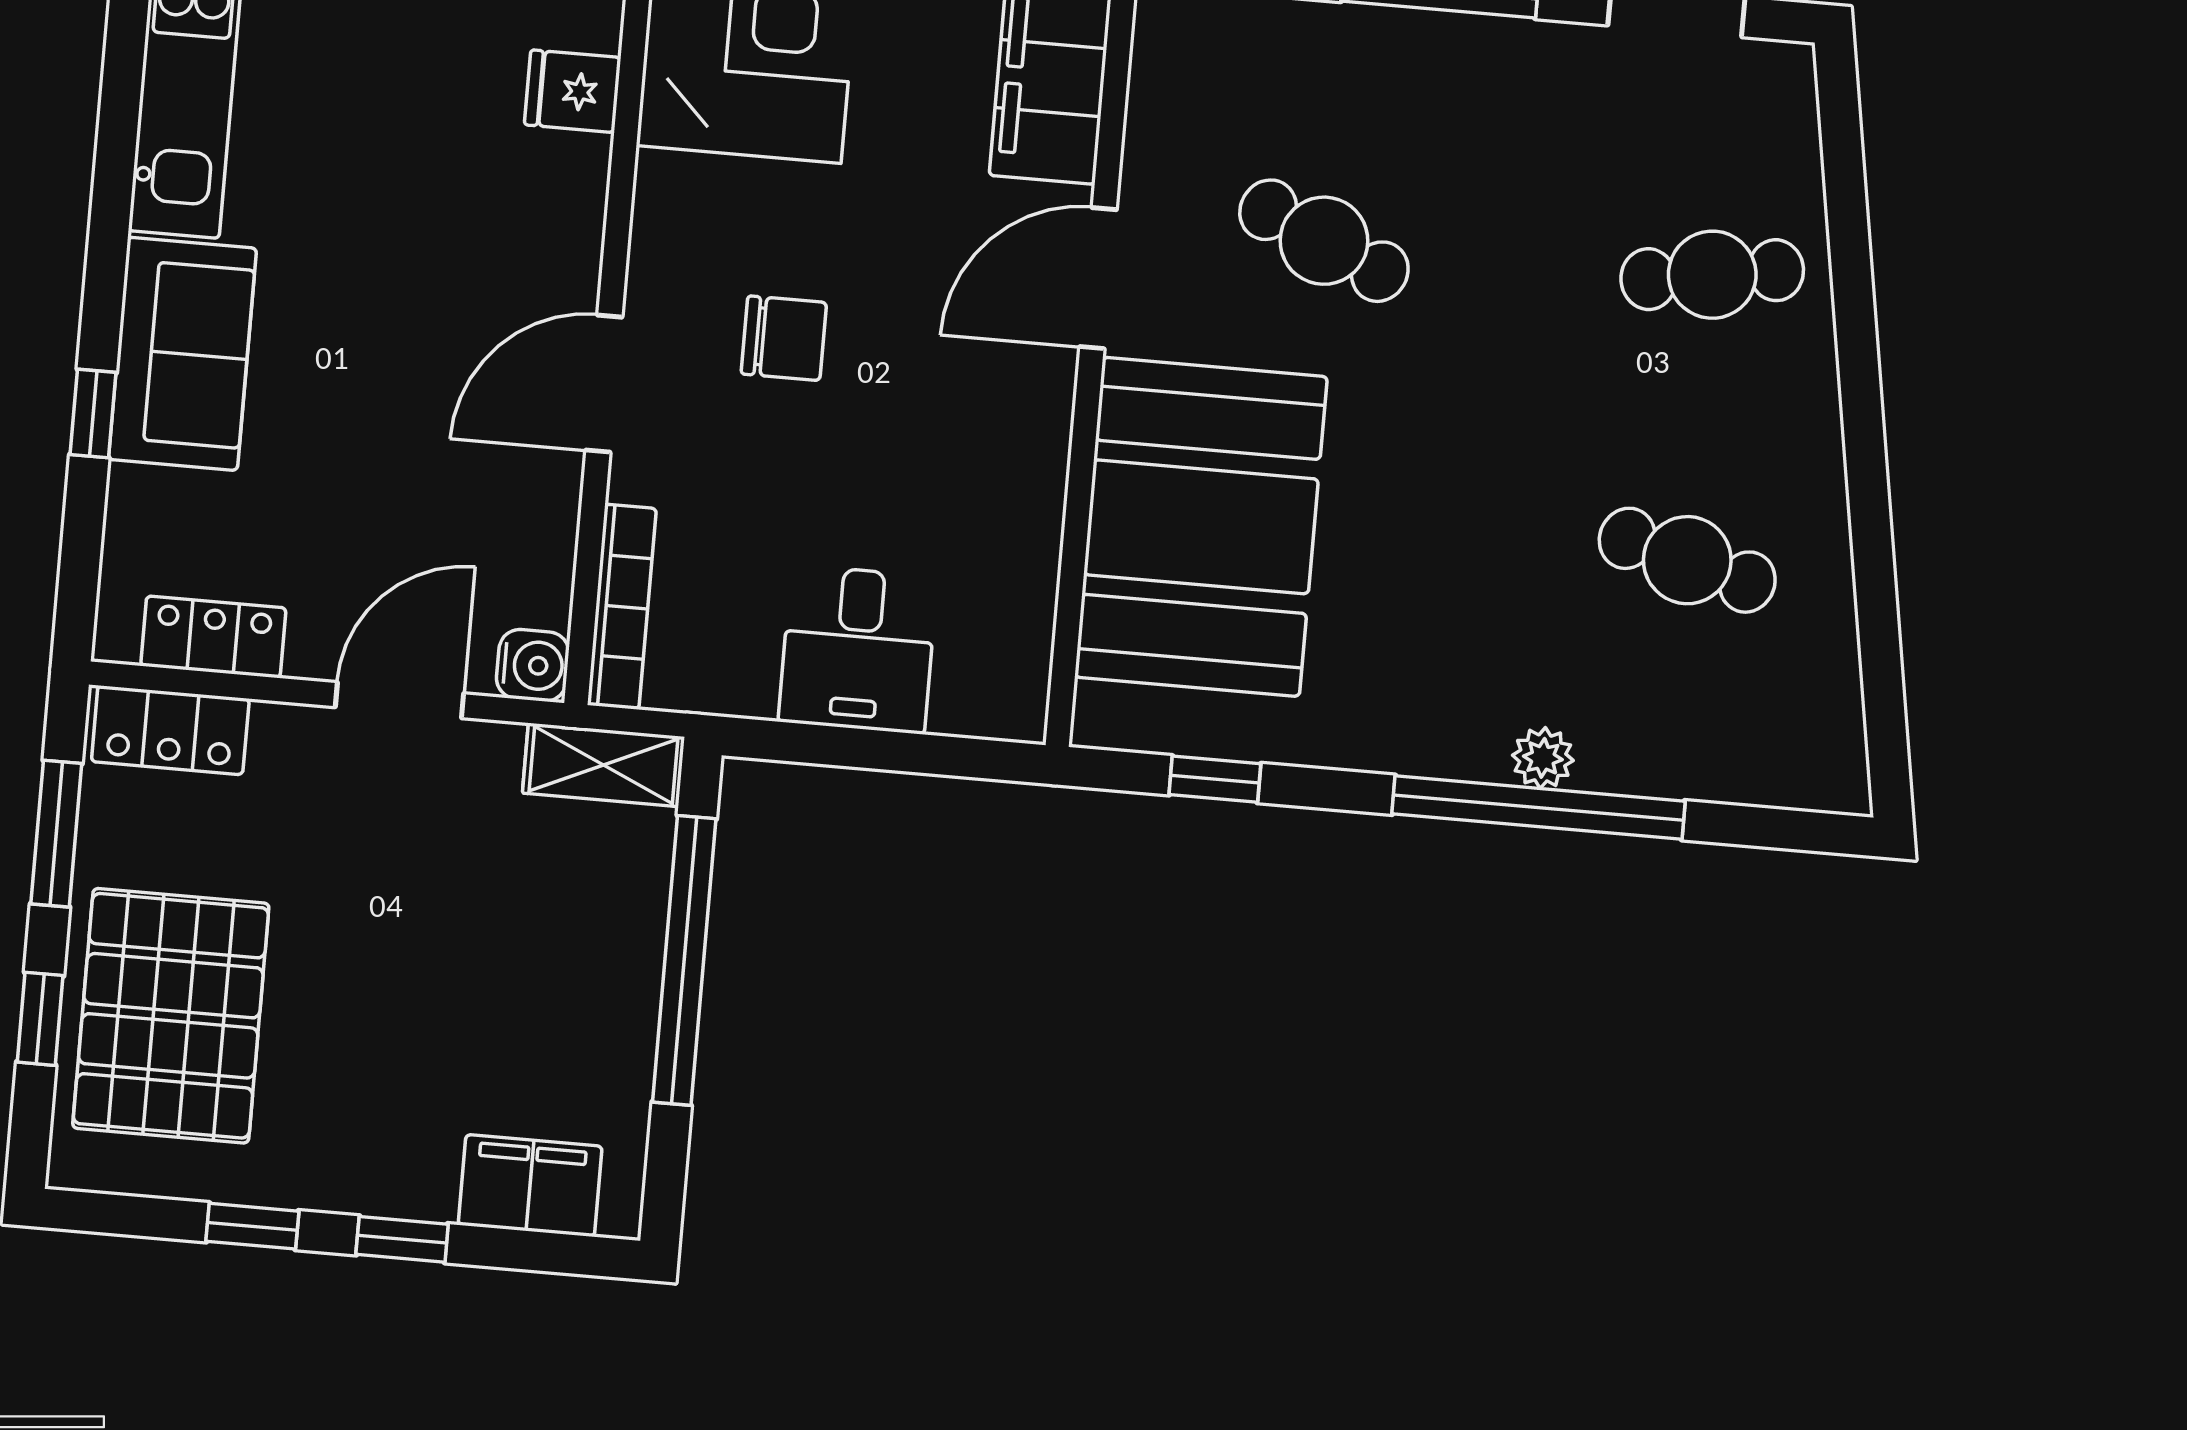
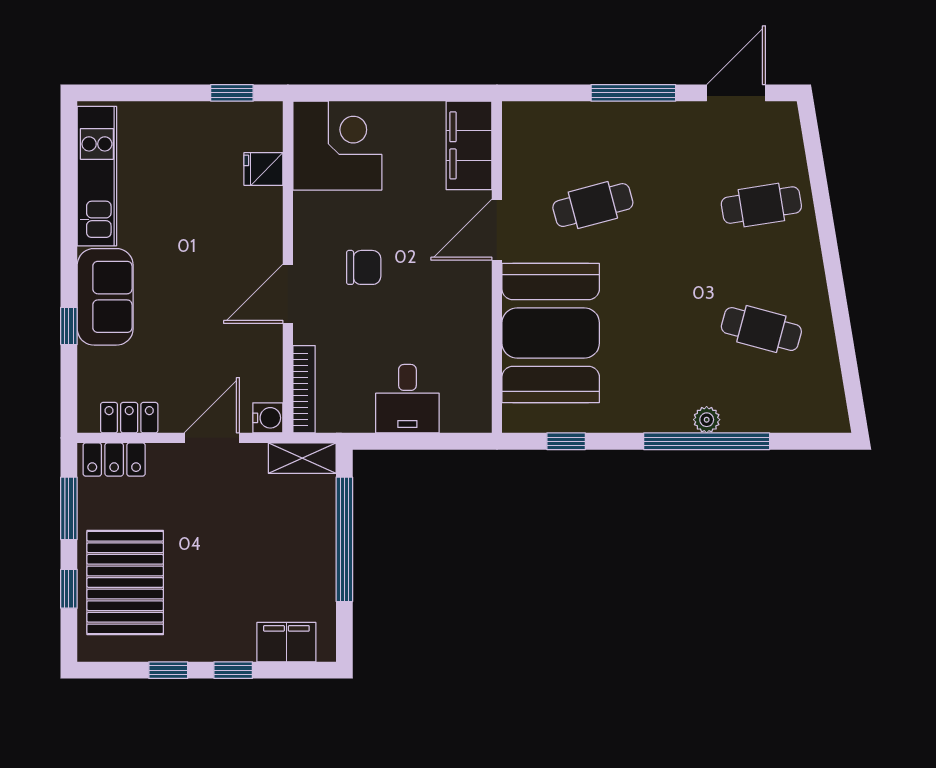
cafe table: (1324, 241) -> (593, 205), turned -39

